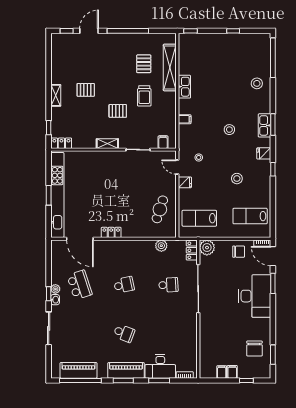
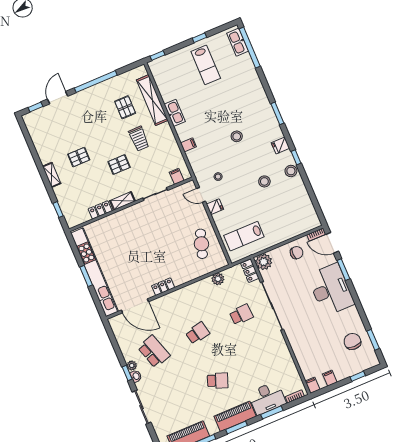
stool: (257, 83) -> (291, 171), moved
kitchen sink: (265, 125) -> (238, 42), moved
locker: (61, 143) -> (100, 210), moved
lab bench: (250, 216) -> (206, 65), moved, turned -90
chair: (254, 349) -> (352, 341), turned 180
filing cabinet: (232, 372) -> (313, 385), moved

